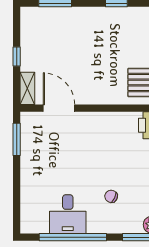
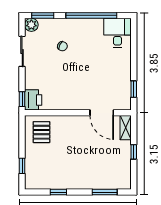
window: (17, 139) -> (134, 89), width x0.67
desk: (68, 214) -> (117, 33), moved

